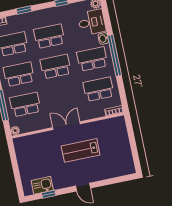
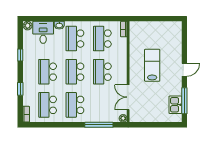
window: (114, 55) -> (76, 19), removed
school desk: (25, 104) -> (102, 72), moved
double door: (67, 126) -> (128, 97), moved
lab bench: (81, 150) -> (152, 65), turned 180
window: (49, 194) -> (184, 101), width x2.17

